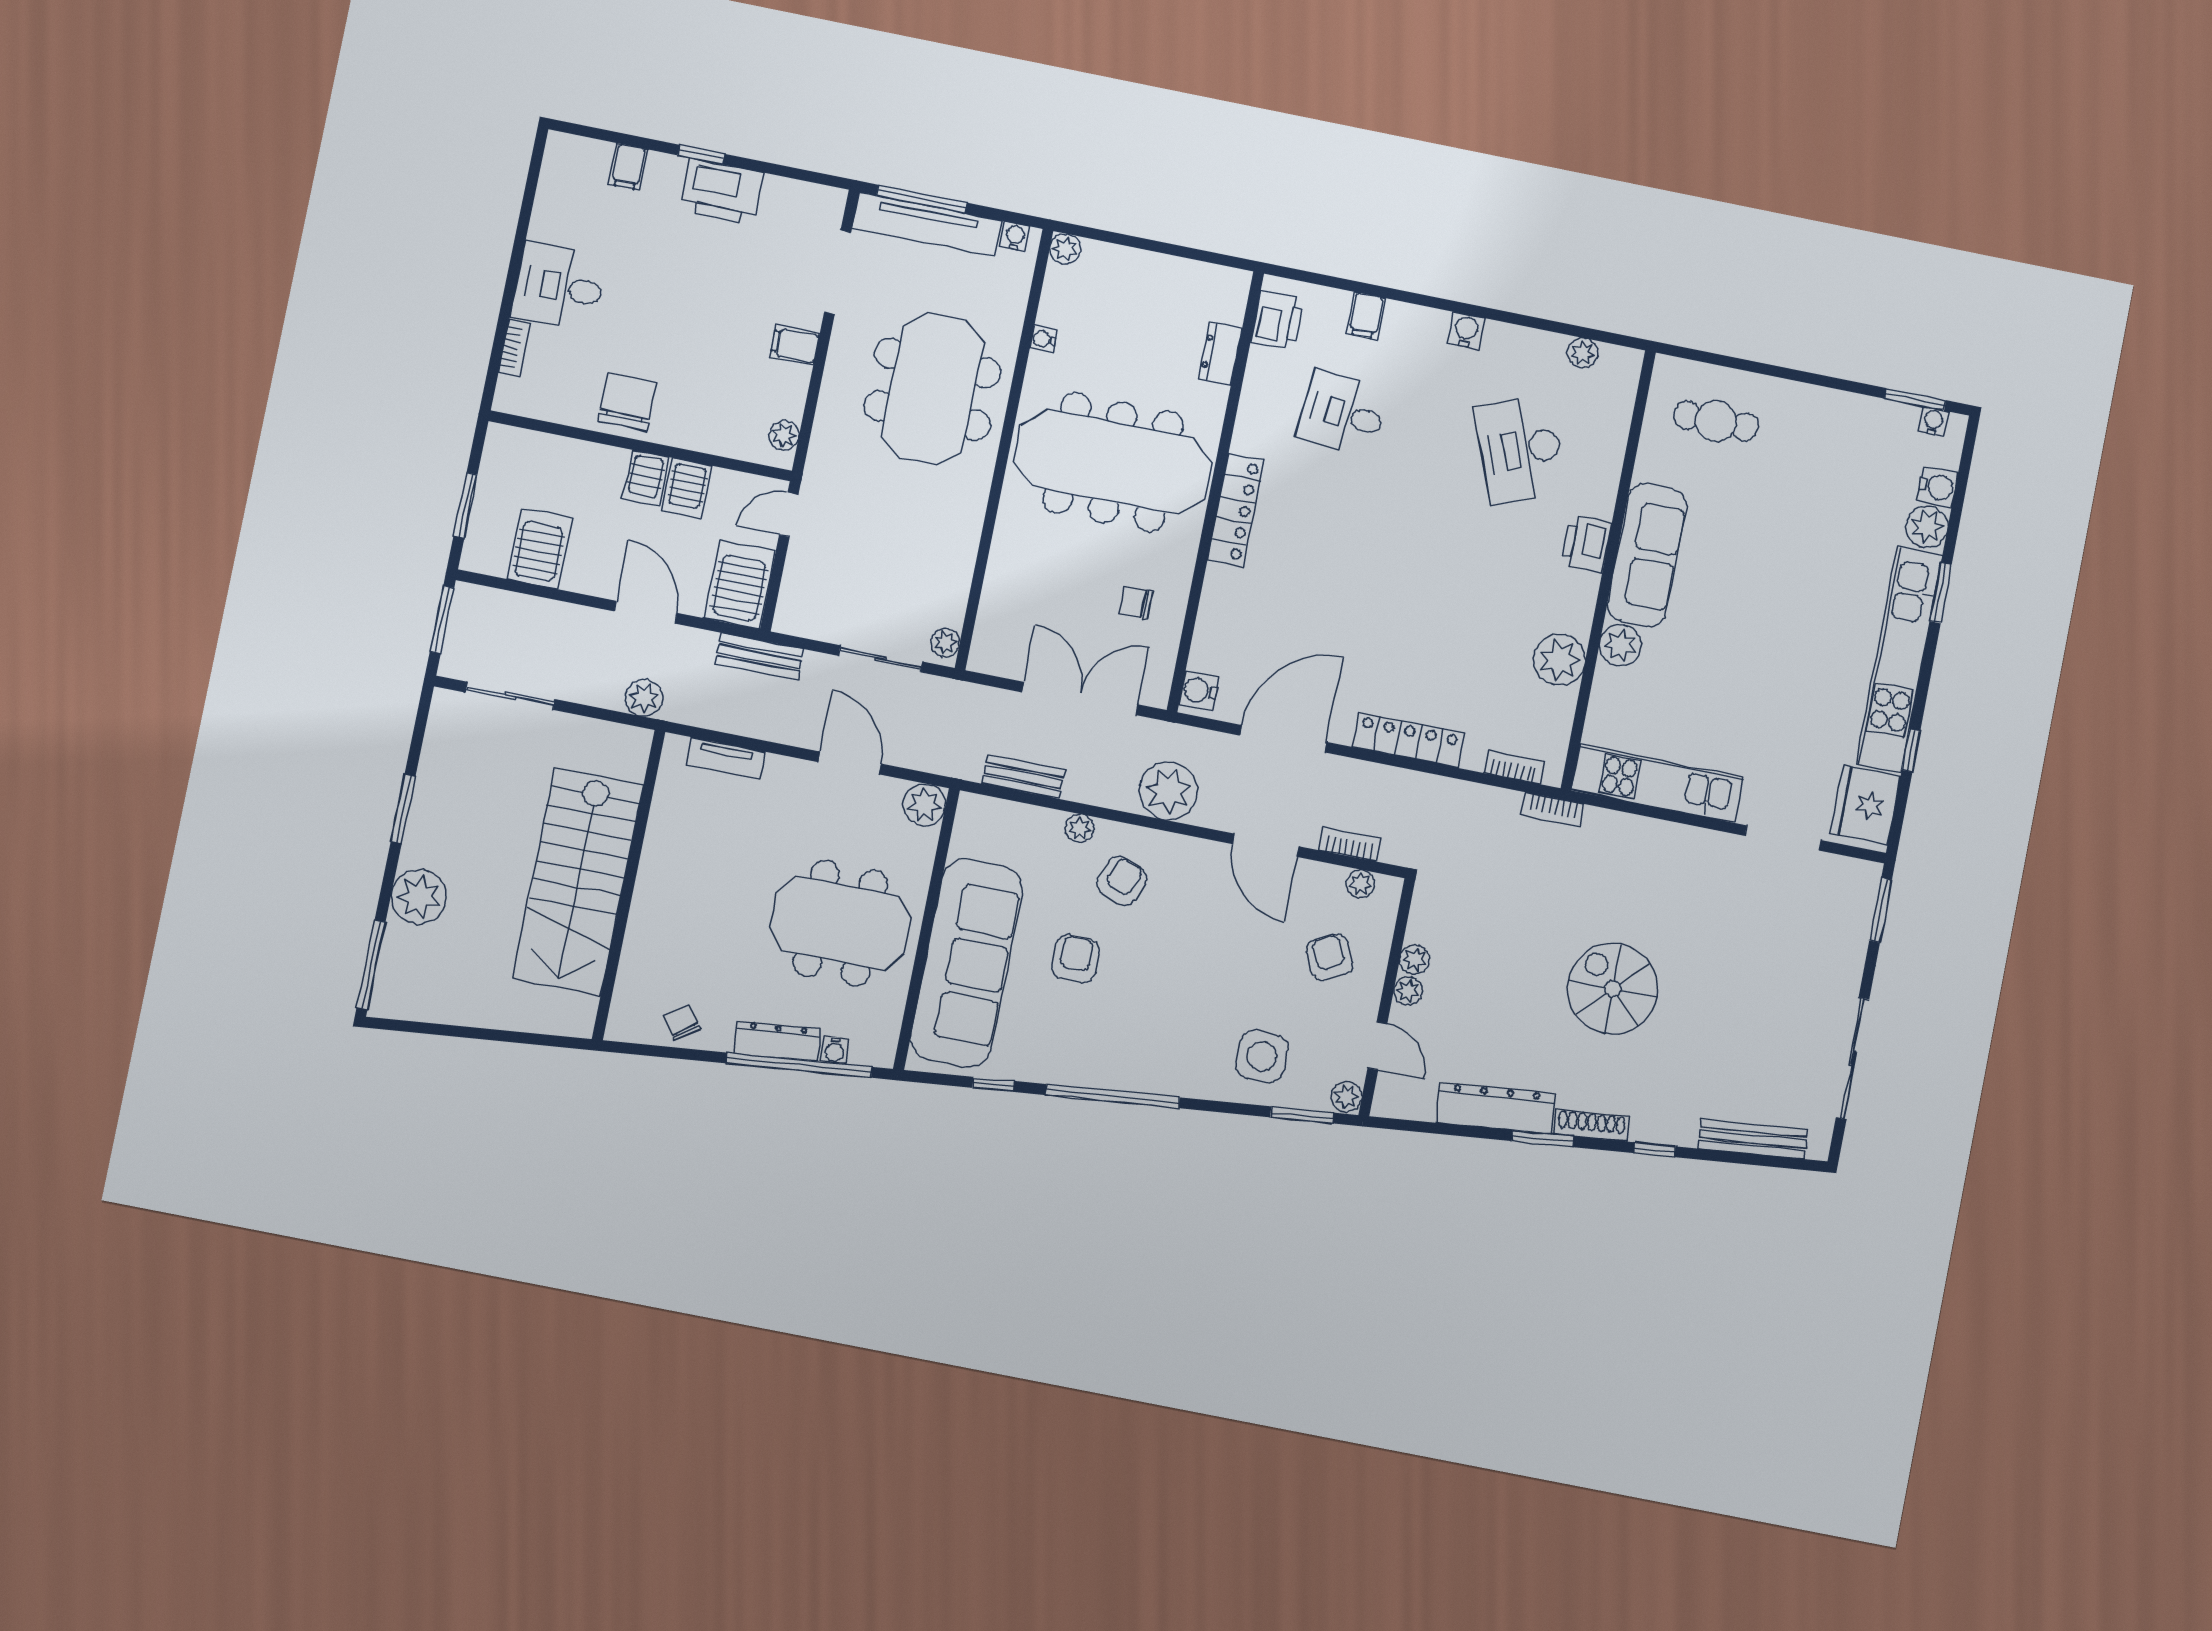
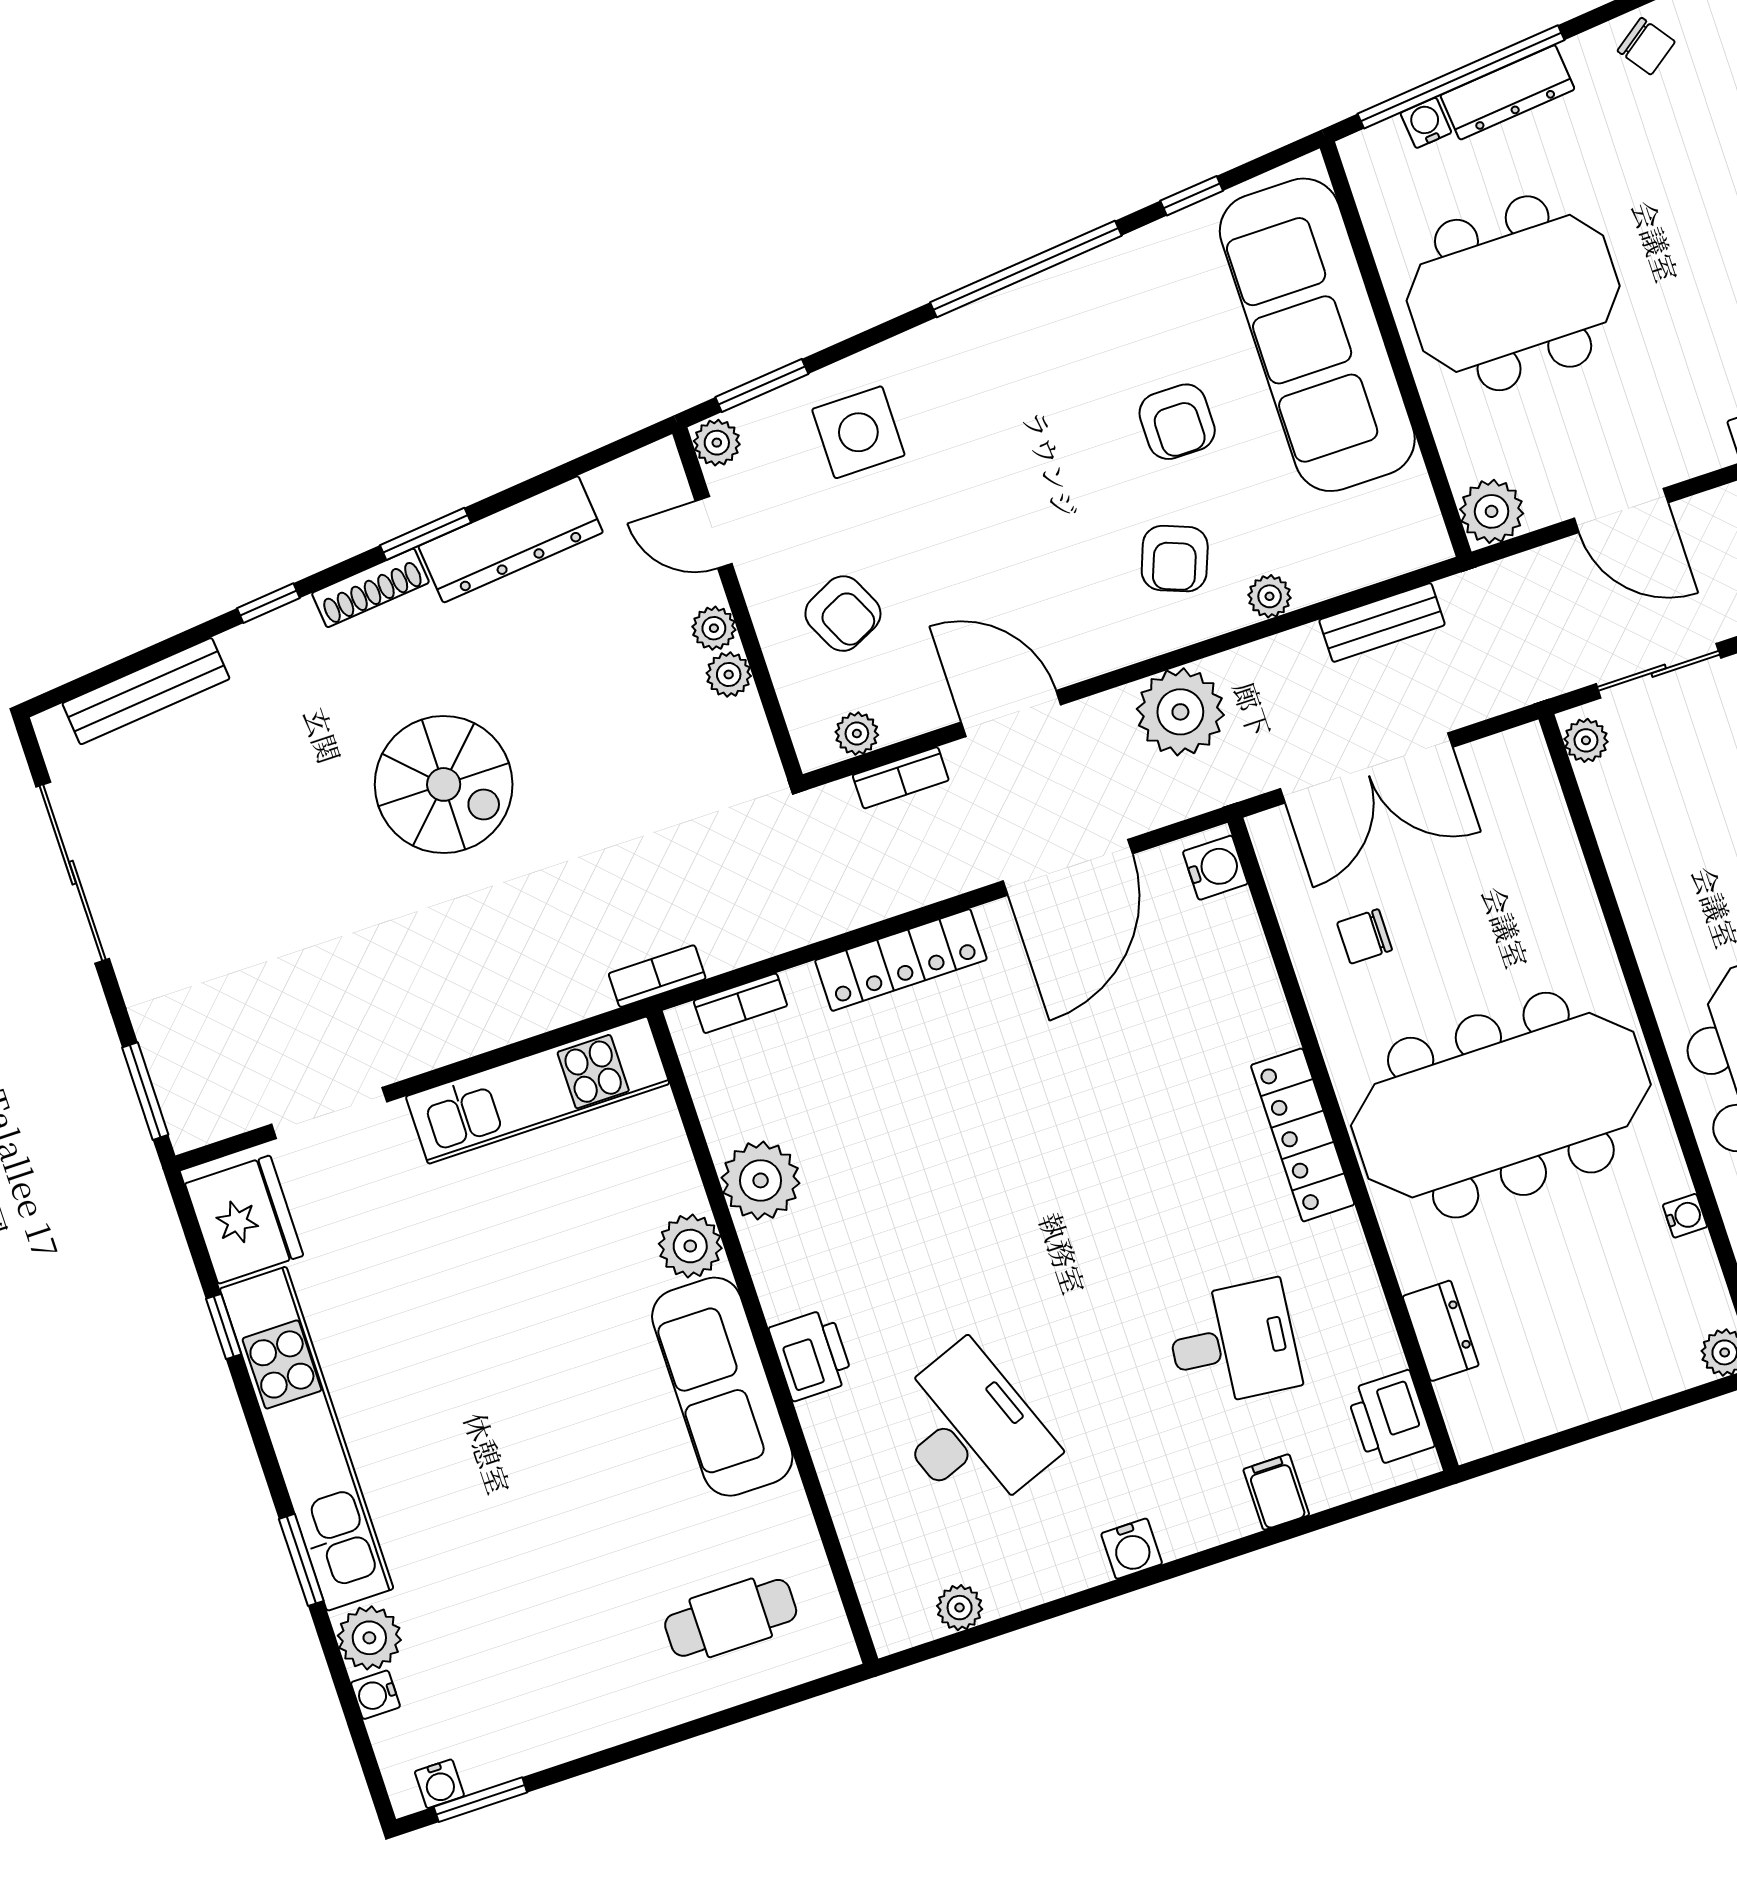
water cooler: (1938, 487) -> (376, 1695), width x0.72, depth x0.72
chair: (1136, 603) -> (1365, 936), turned 180

